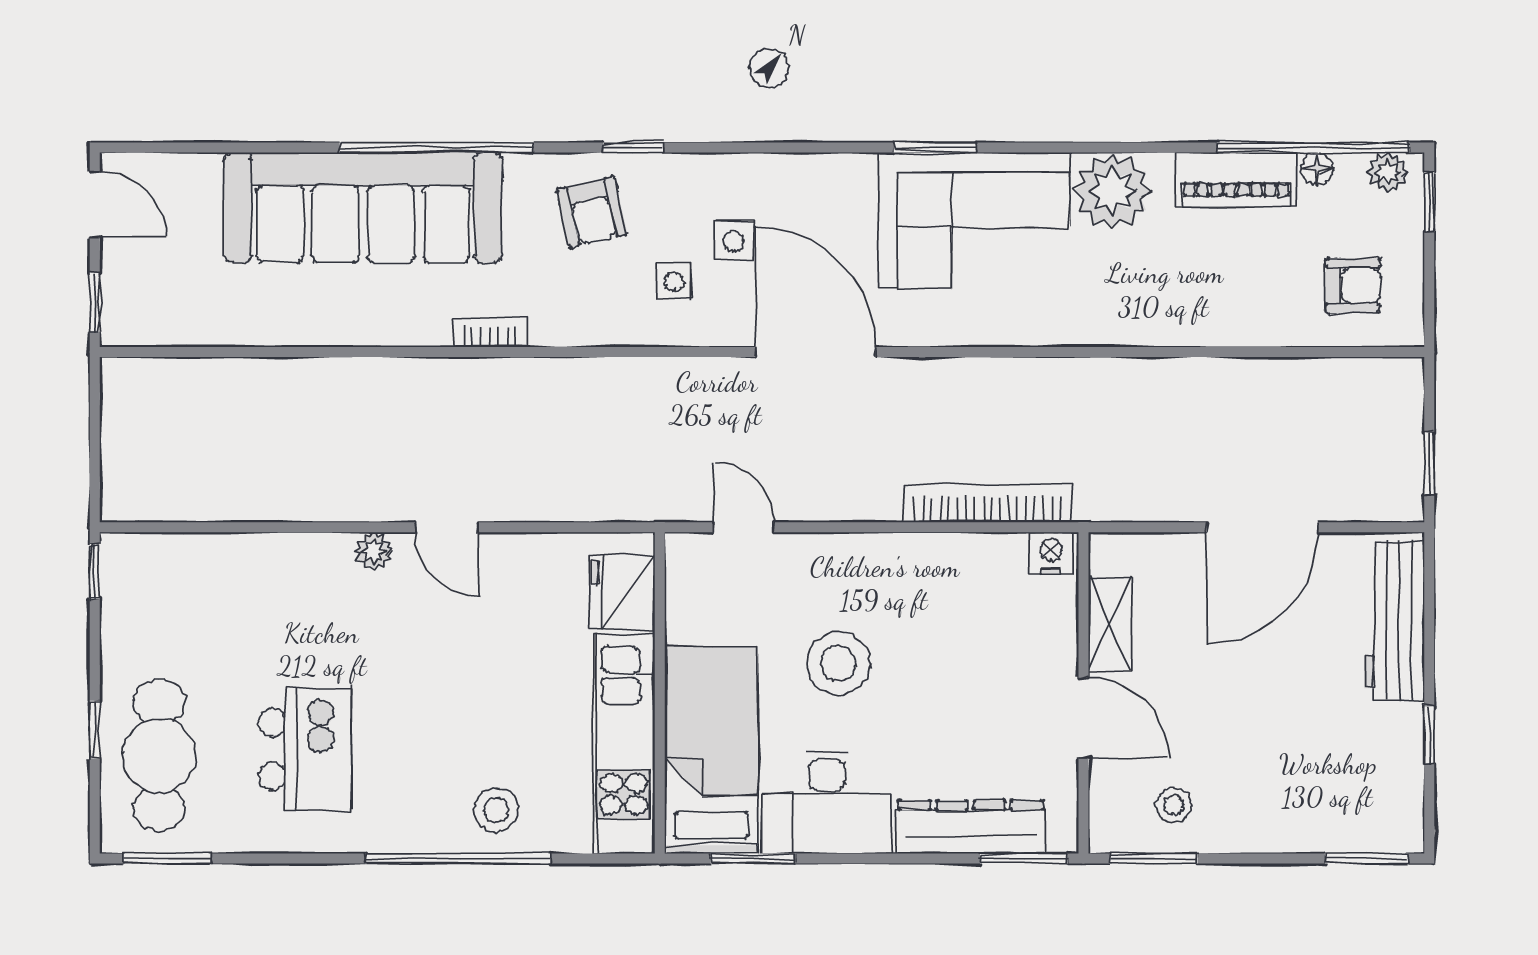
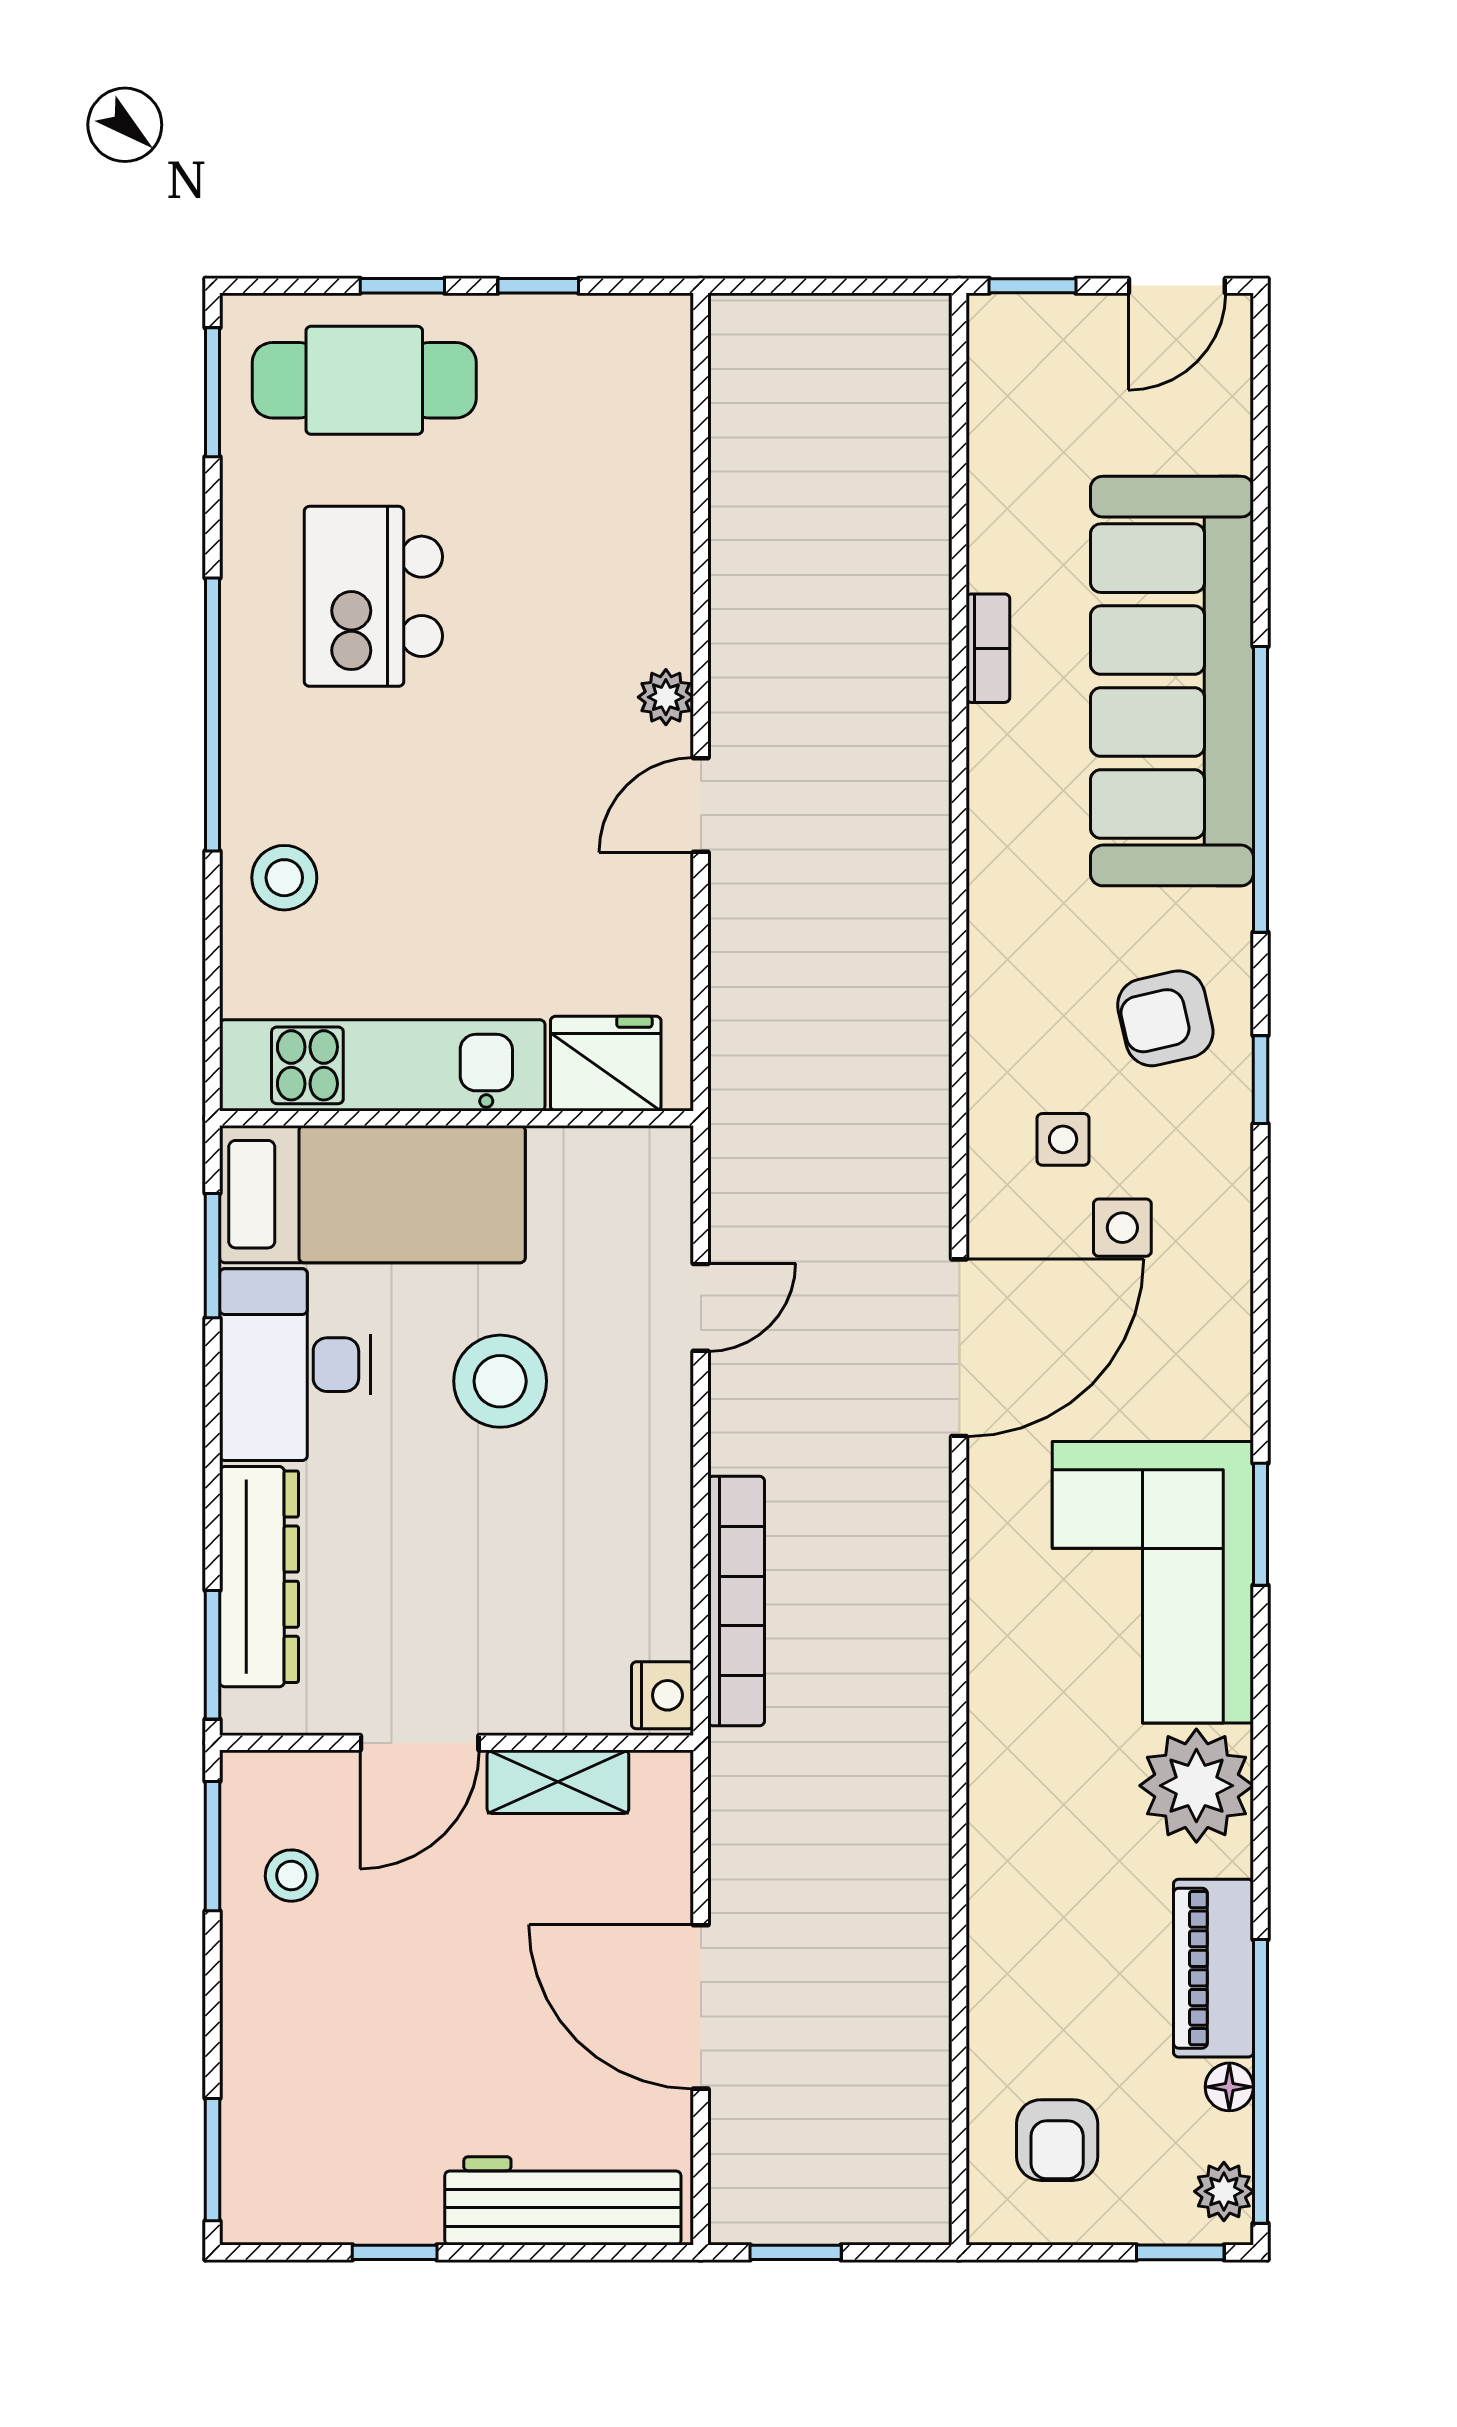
bookcase: (490, 332) -> (988, 648), moved
door: (744, 527) -> (701, 1307), moved
window: (95, 572) -> (538, 286), moved
kitchen island: (306, 749) -> (373, 596), turned 90
window: (459, 859) -> (213, 715), moved

